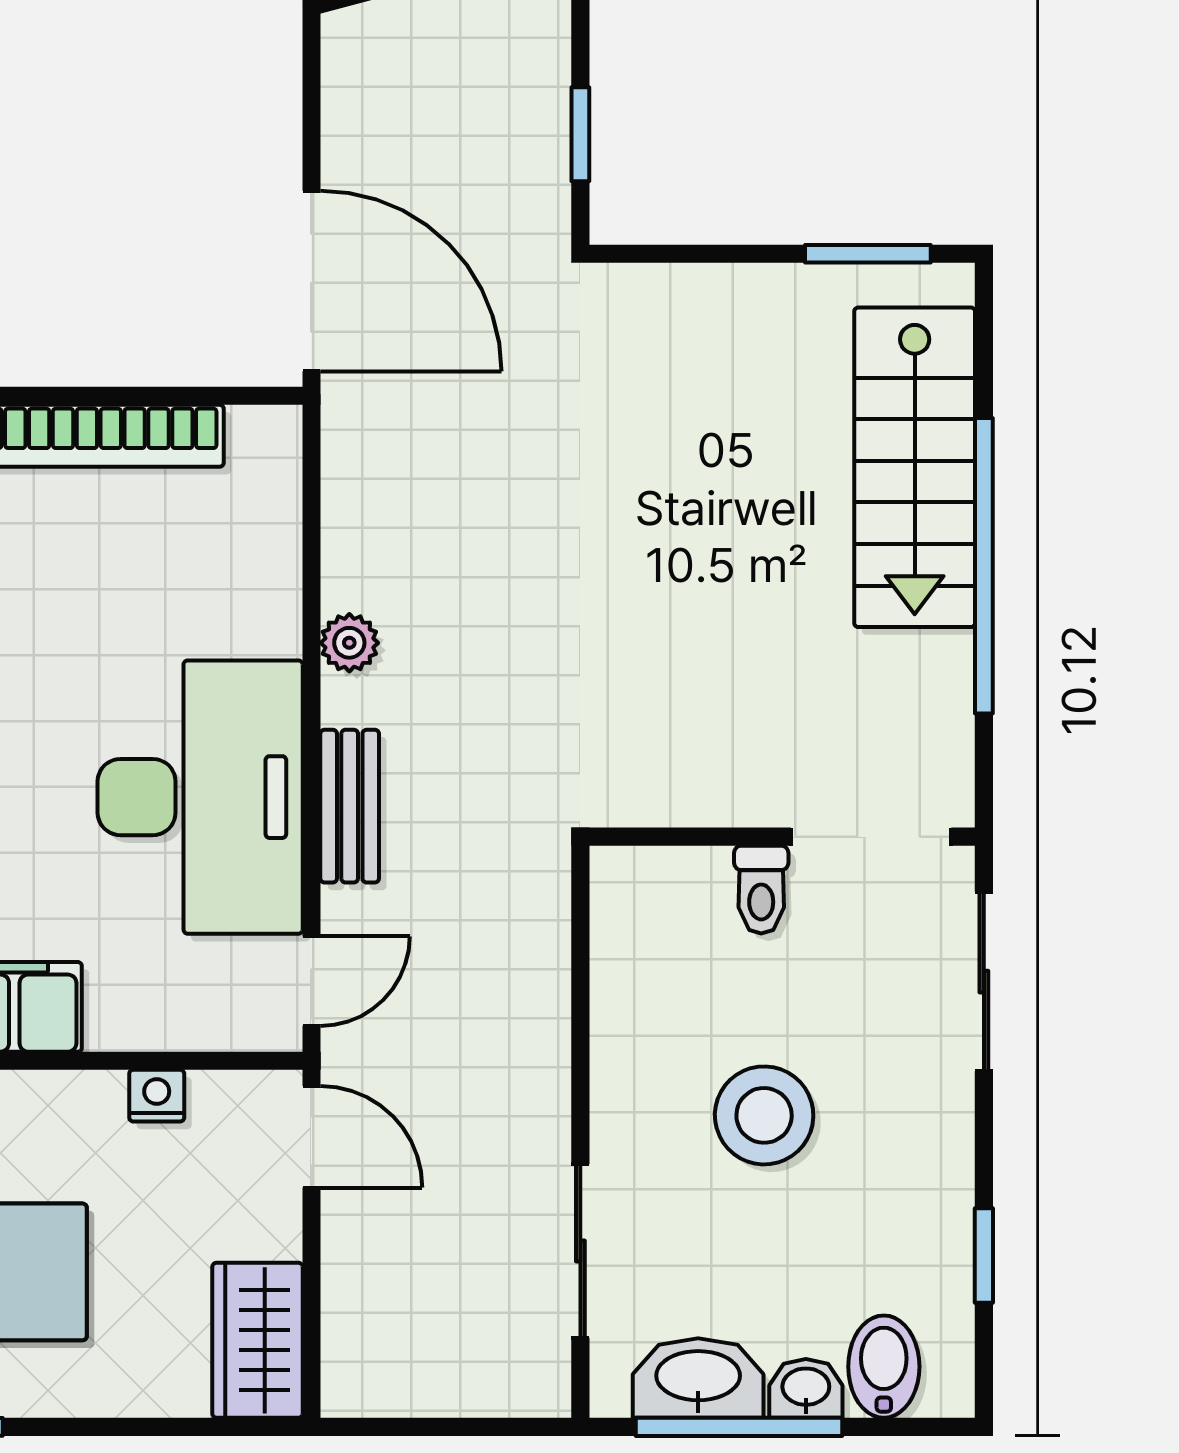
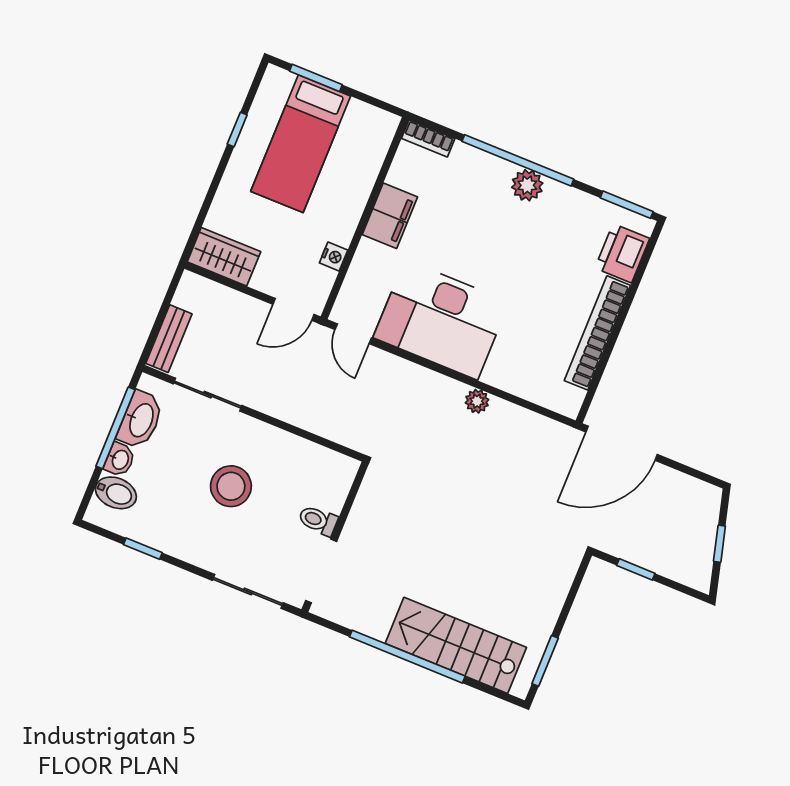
bench: (350, 806) -> (169, 339), moved, turned 90

